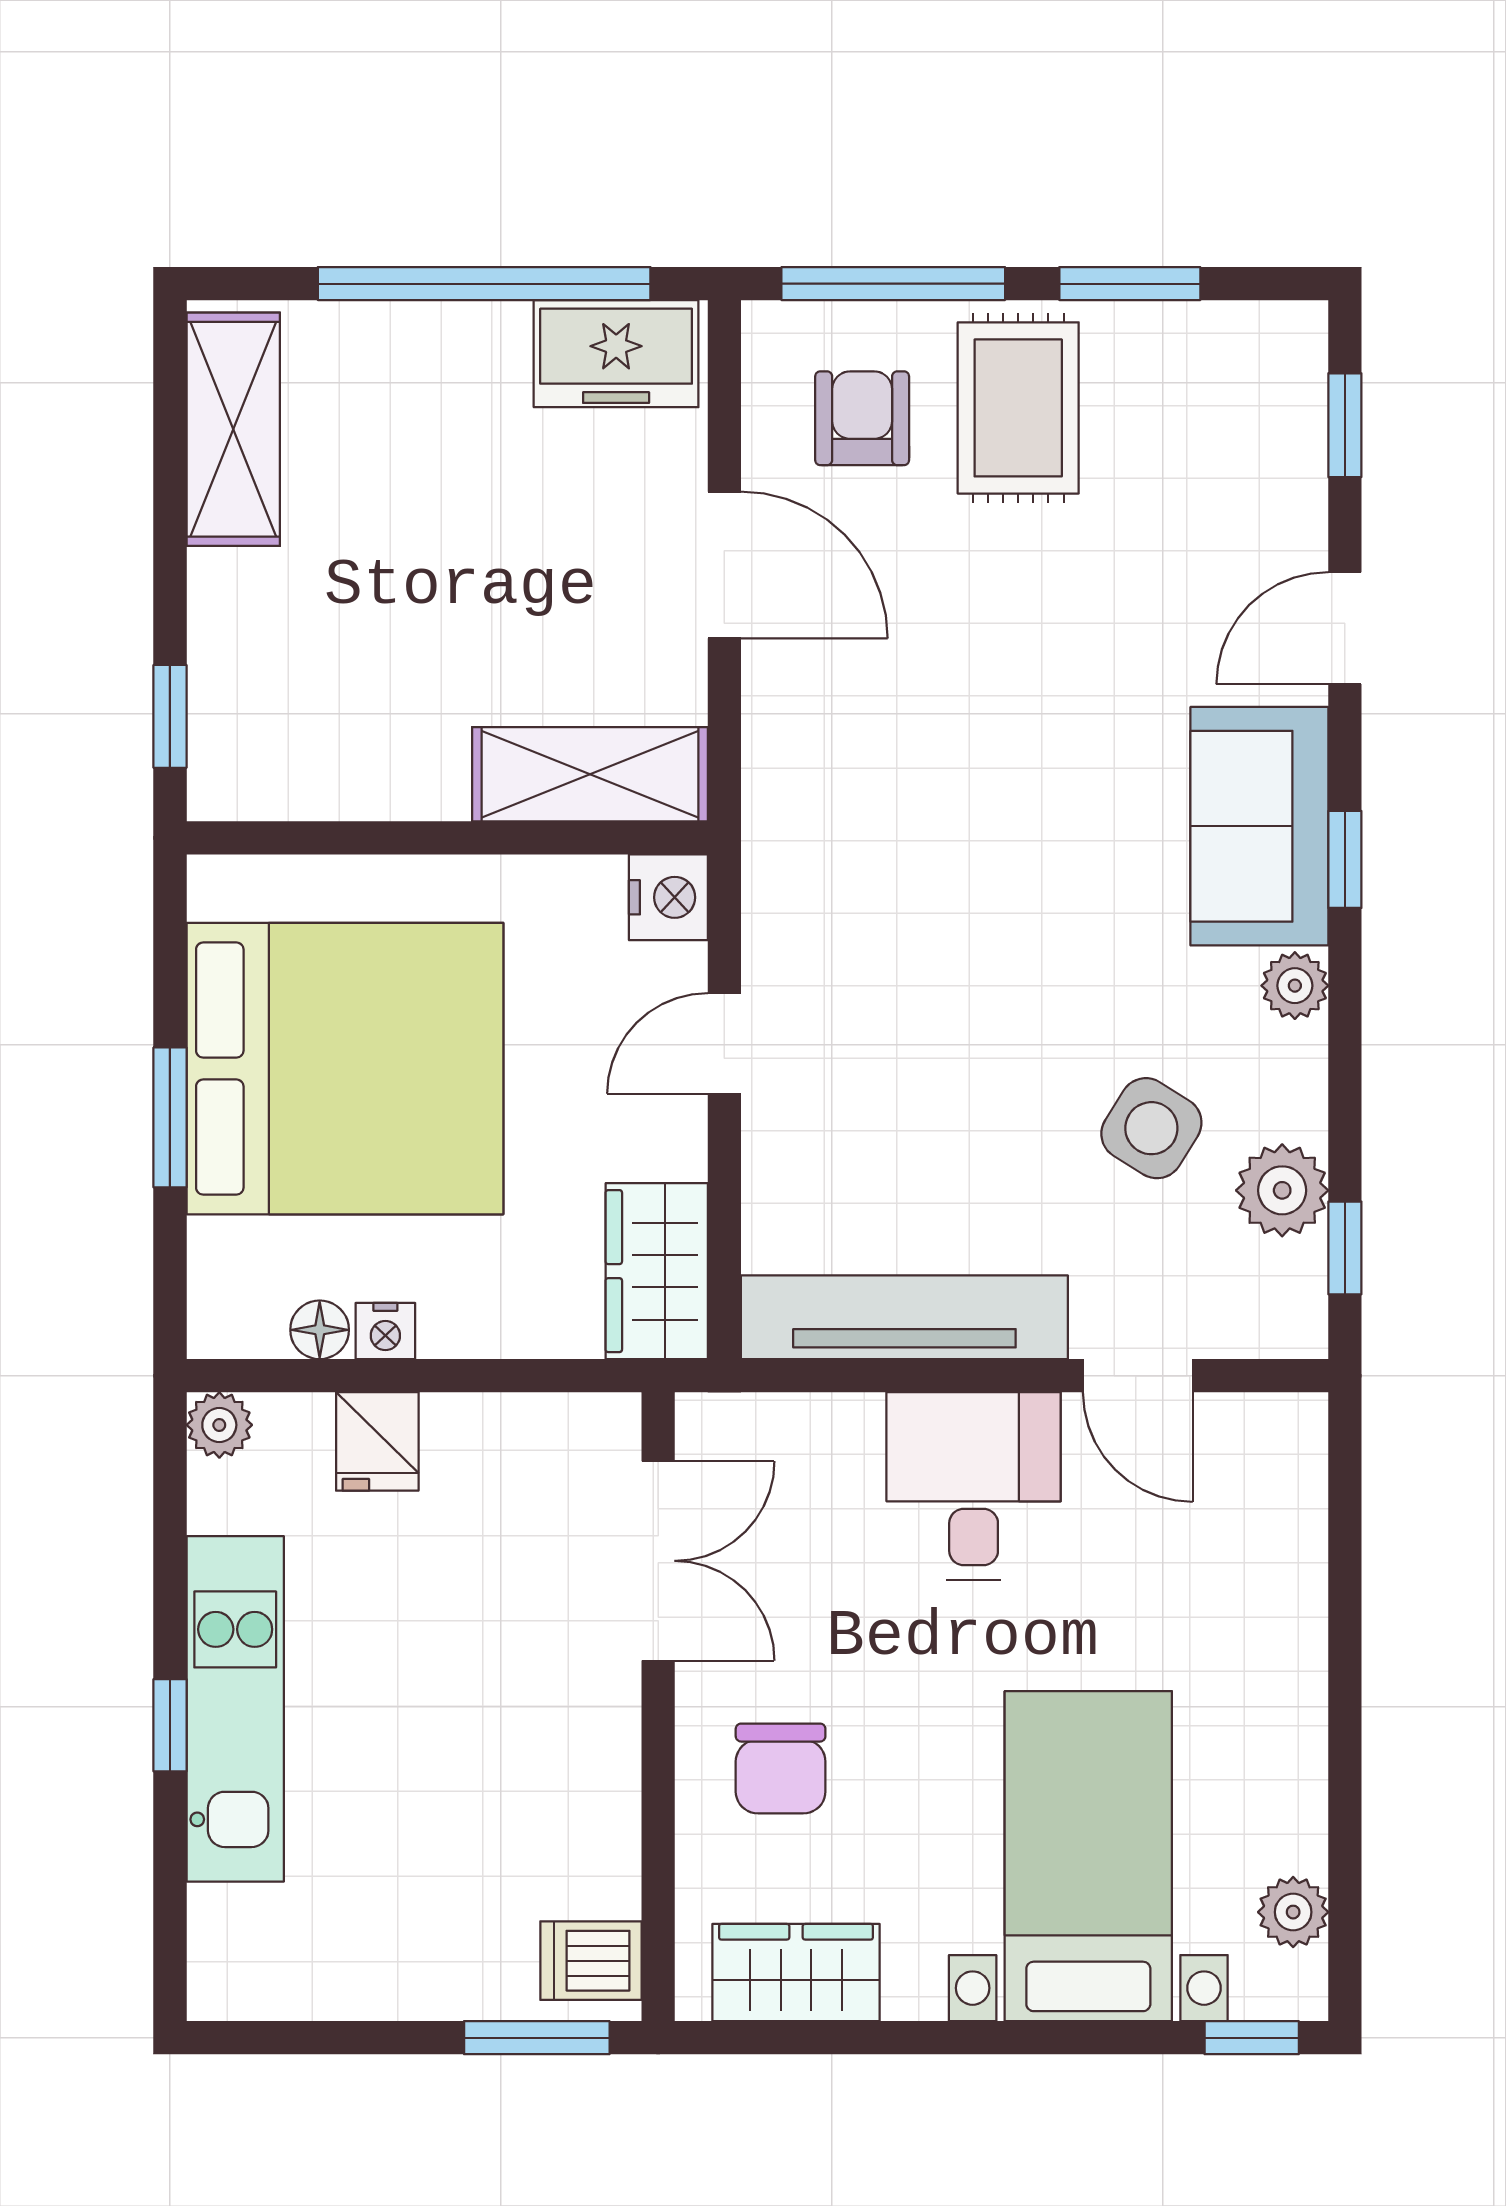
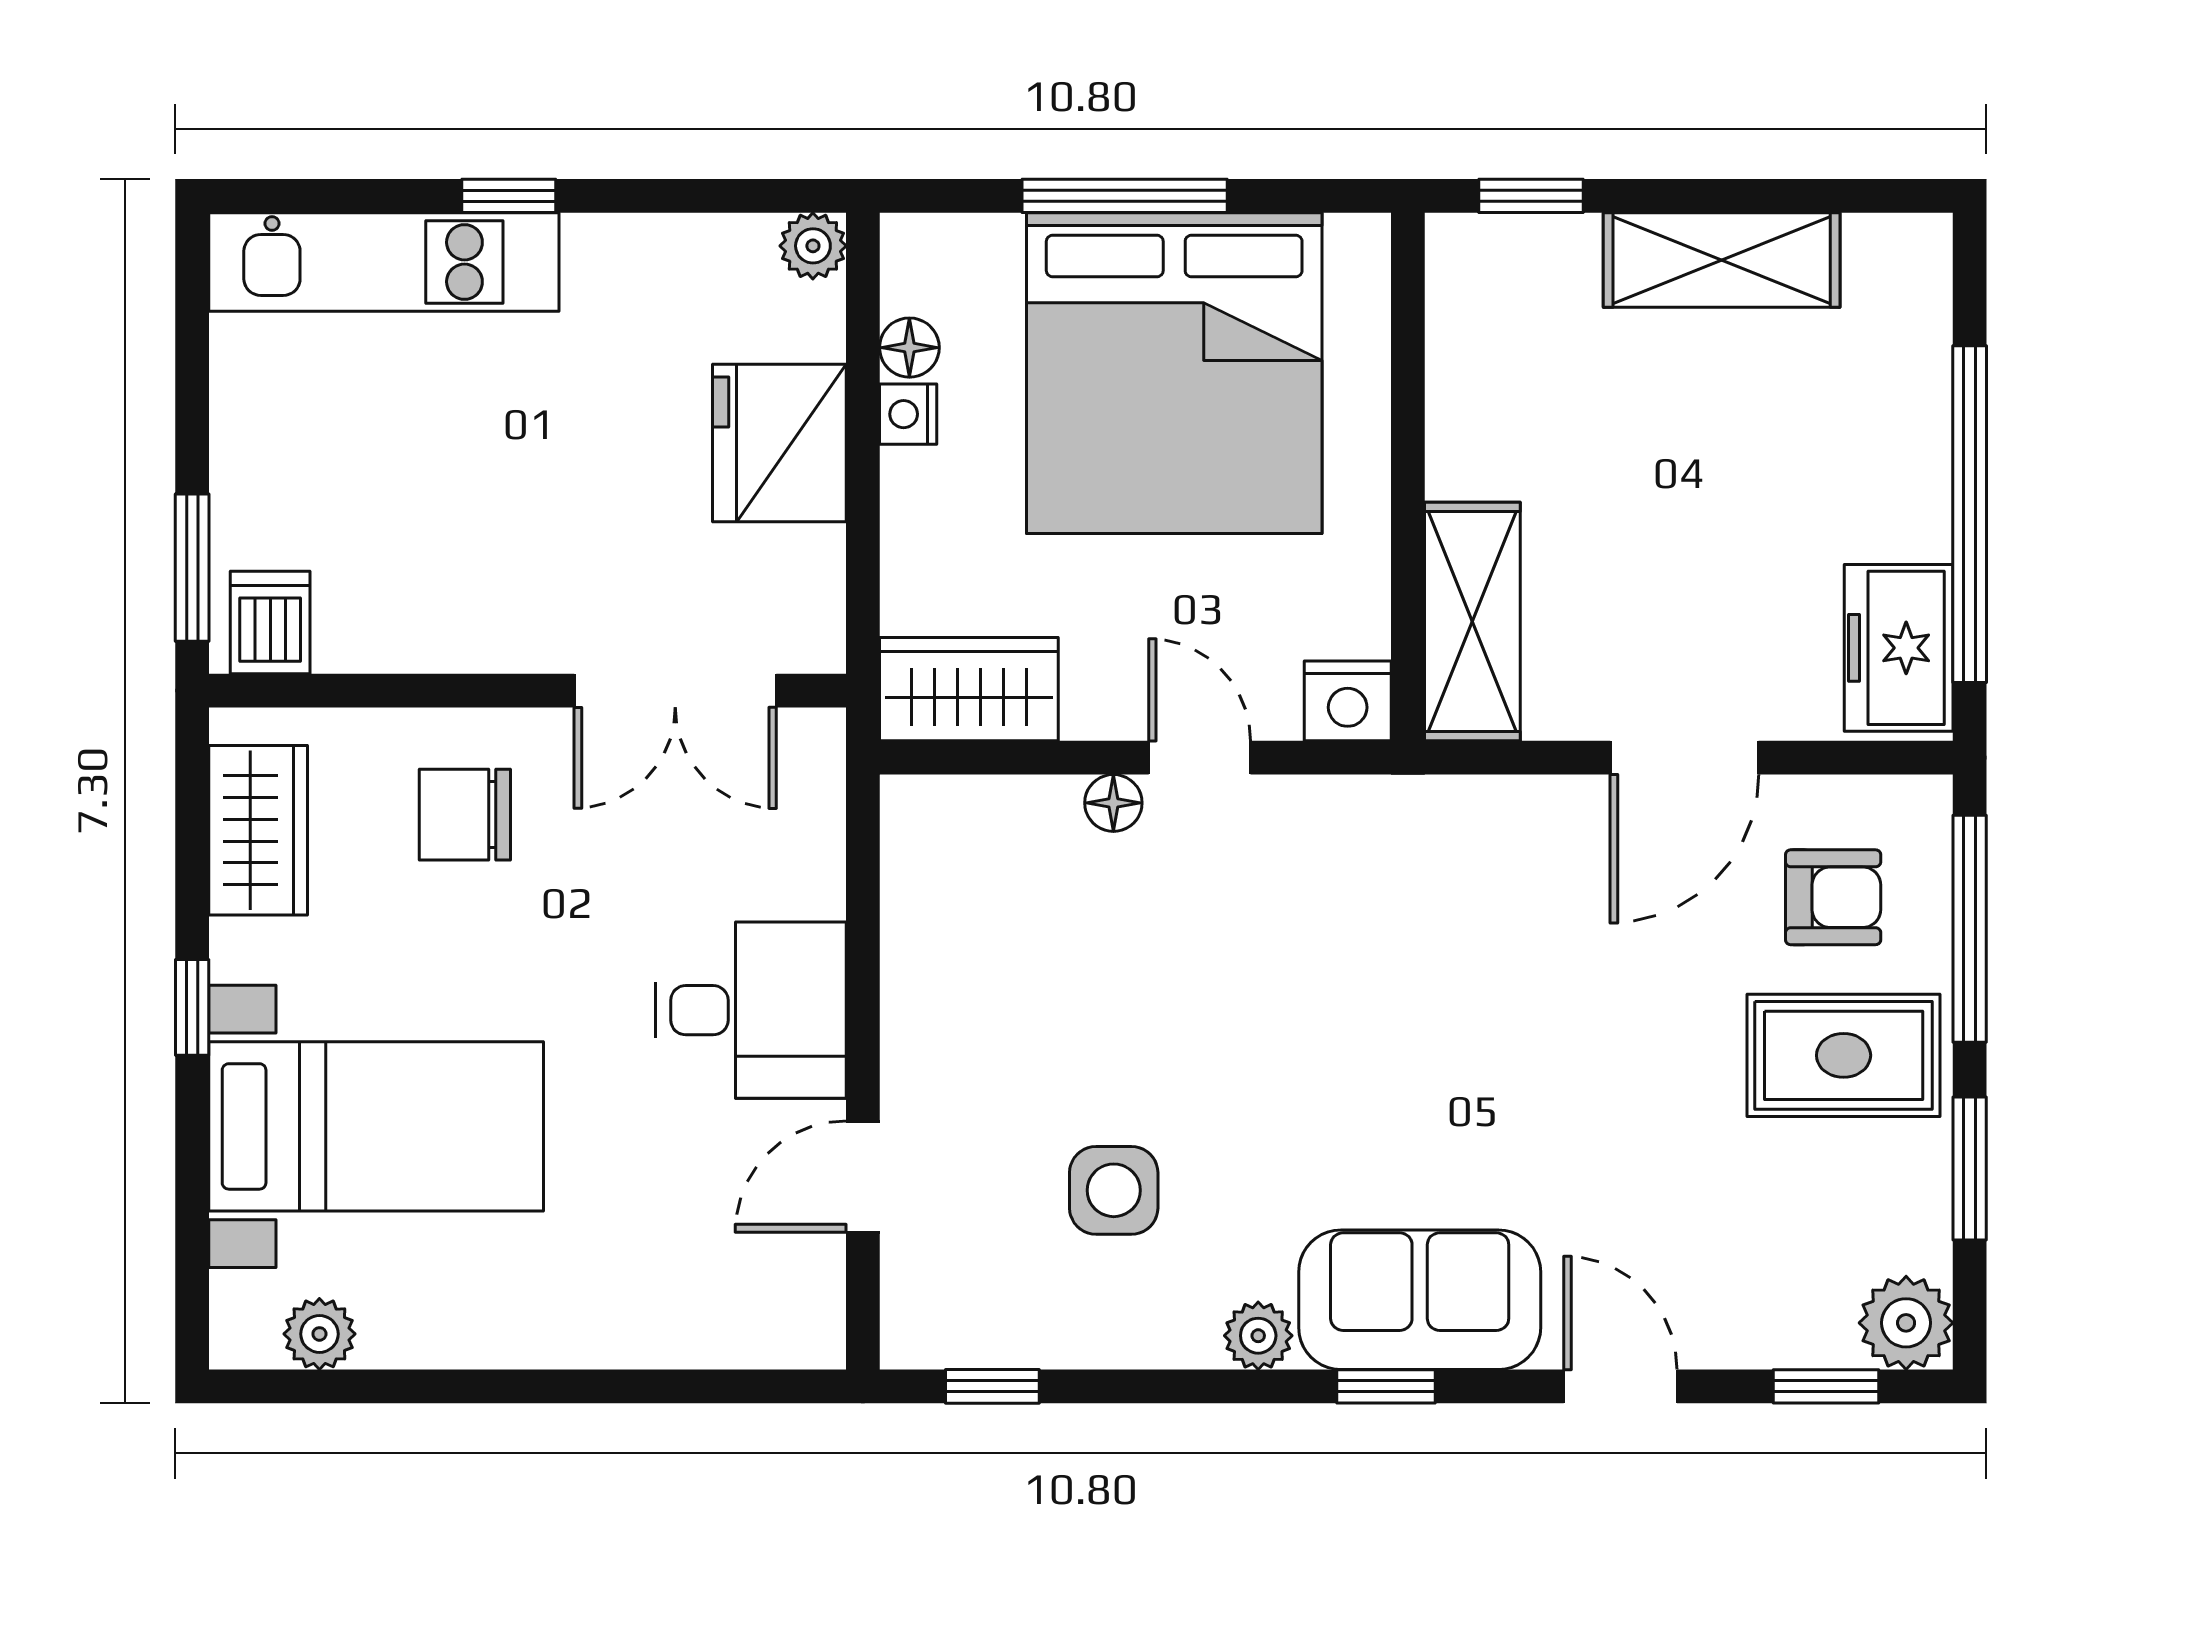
shelving: (233, 429) -> (1722, 260), moved
window: (170, 1117) -> (1125, 196), width x1.44
side table: (1151, 1128) -> (1114, 1190), turned -32
floor lamp: (769, 1129) -> (1113, 803), added
plant: (1282, 1190) -> (1906, 1323), moved
tv unit: (904, 1317) -> (922, 940), removed
fridge: (377, 1441) -> (779, 443), width x1.88, depth x1.34
kitchen unit: (235, 1709) -> (384, 262), moved
window: (1252, 2038) -> (192, 1007), moved

